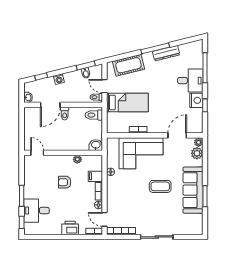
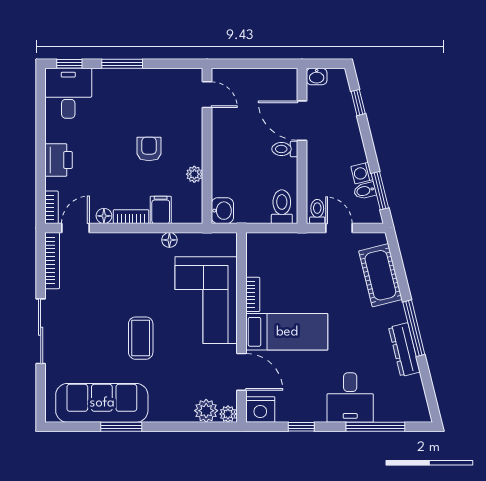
washing machine: (59, 79) -> (362, 173), moved
door: (105, 86) -> (339, 228), hinge flipped
nightstand: (196, 100) -> (260, 409), moved
bed: (127, 102) -> (287, 332), moved, turned -90
door: (37, 153) -> (207, 95), hinge flipped
sofa: (193, 190) -> (102, 403), moved
desk: (36, 211) -> (68, 93), moved

